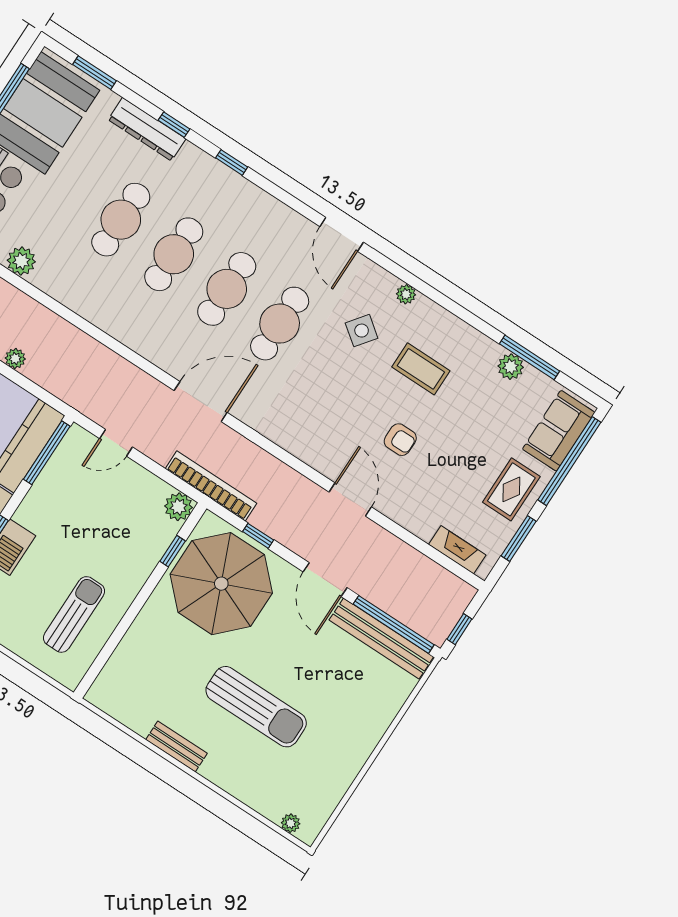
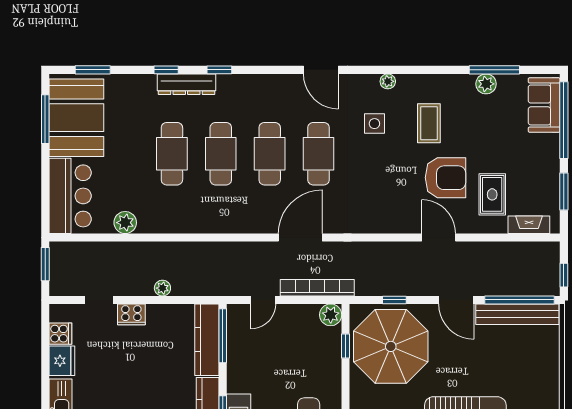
dresser: (147, 129) -> (187, 84), moved
side table: (362, 331) -> (374, 124), turned -37
coffee table: (421, 369) -> (429, 123), turned 90
armchair: (400, 440) -> (445, 178), width x1.88, depth x1.88
bookcase: (211, 486) -> (317, 288), moved
rug: (511, 489) -> (492, 194), moved

